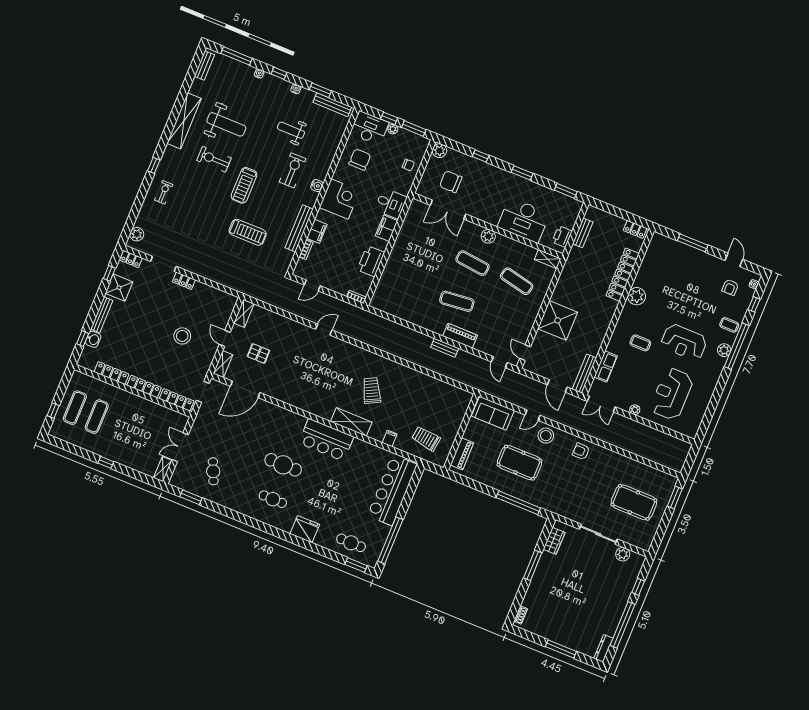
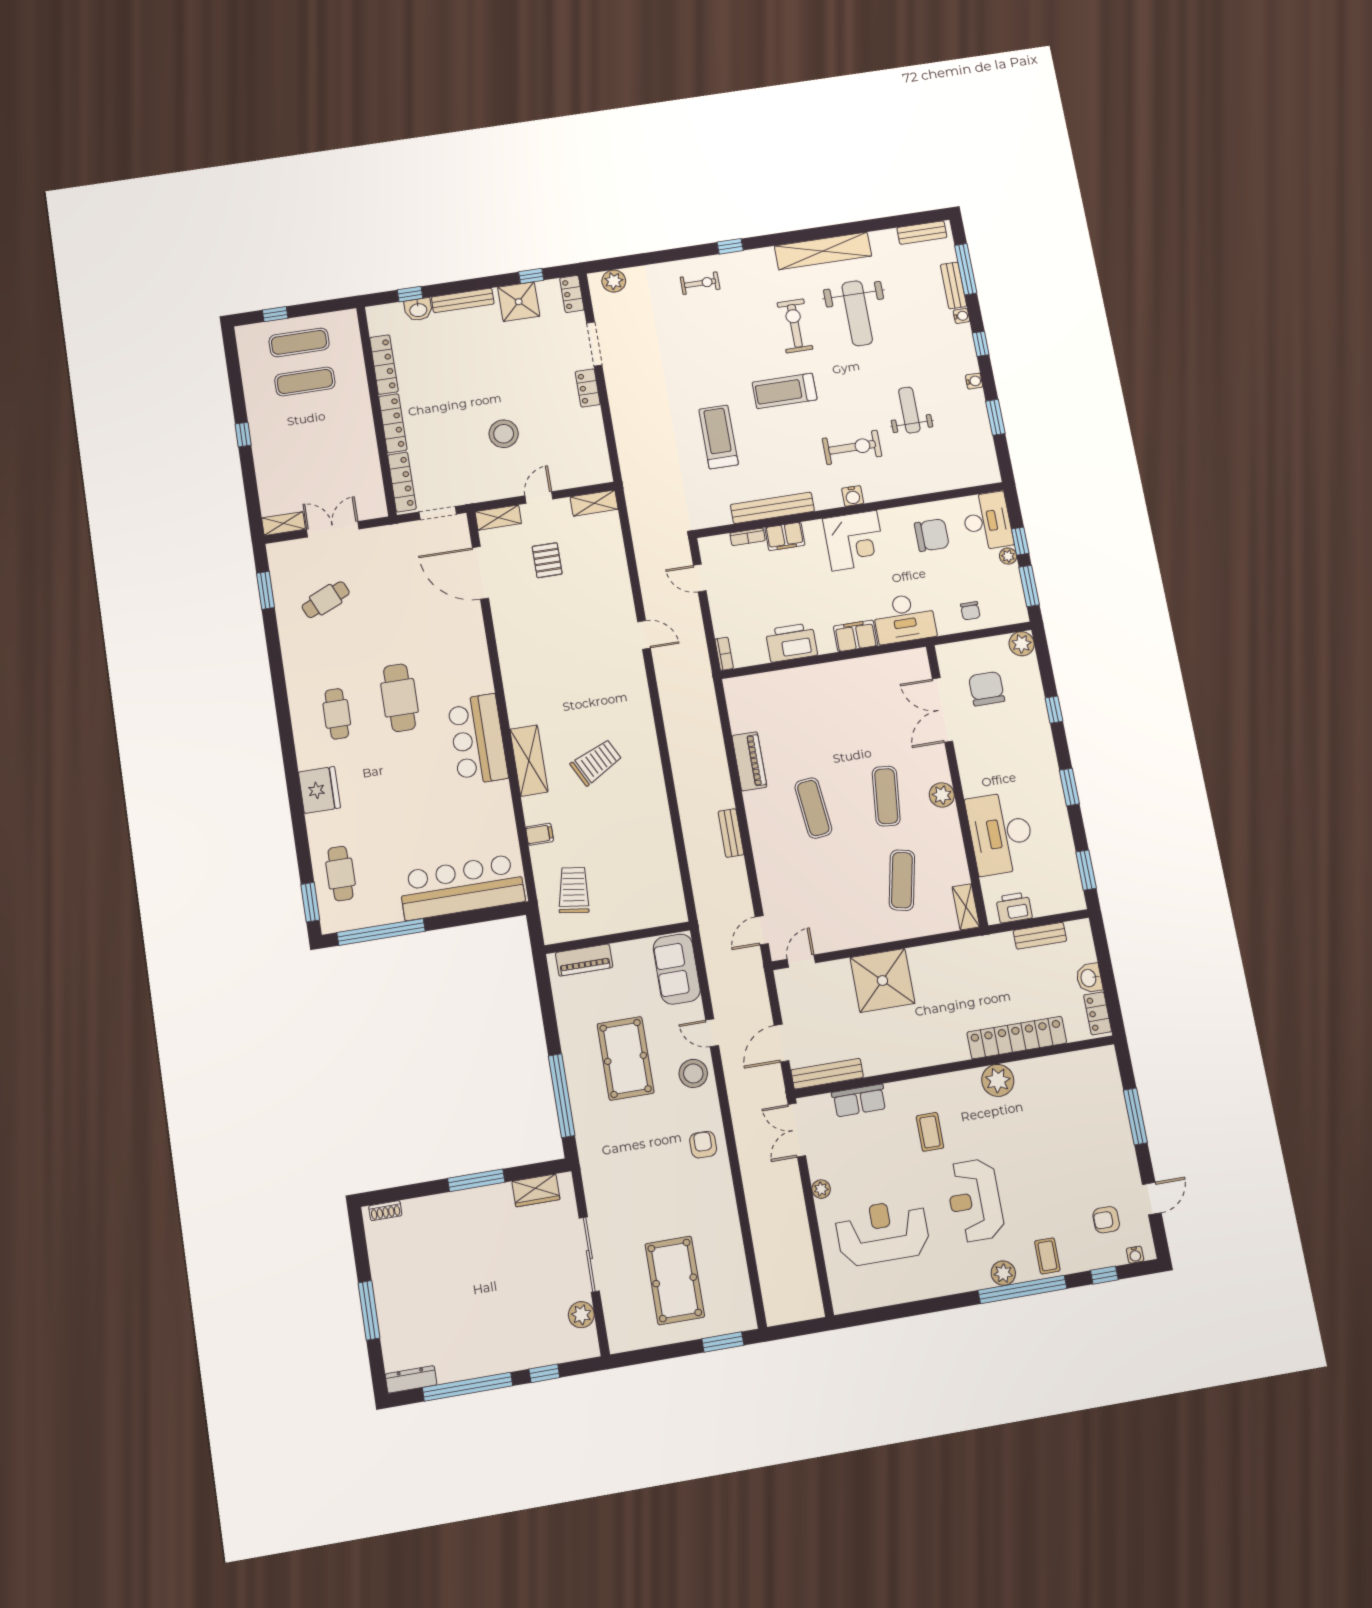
bench: (332, 105) -> (953, 286), moved, width x0.73
desk: (391, 204) -> (904, 618), width x1.37
washbasin: (616, 223) -> (1089, 978), added
treadmill: (248, 232) -> (719, 437), turned 180
piano: (460, 336) -> (749, 761), moved

